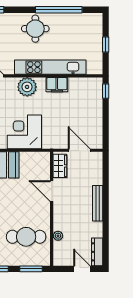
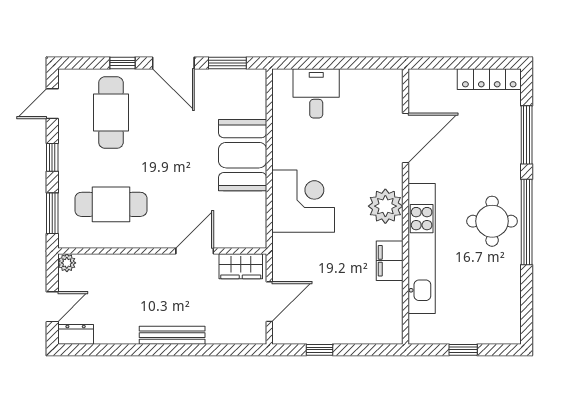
window: (59, 10) -> (527, 222), moved
window: (106, 91) -> (320, 350), moved
plant: (58, 236) -> (67, 263), moved
cafe table: (26, 237) -> (111, 204), turned 90
dresser: (97, 252) -> (76, 334), width x0.70

